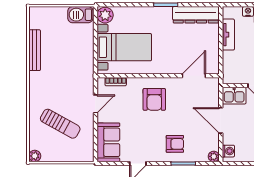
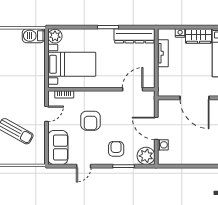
kitchen sink: (234, 96) -> (168, 107), removed
armchair: (154, 99) -> (90, 121), moved
armchair: (175, 144) -> (116, 149), turned -90
washing machine: (228, 151) -> (163, 145), moved
plant: (214, 156) -> (146, 156), width x1.88, depth x1.88

